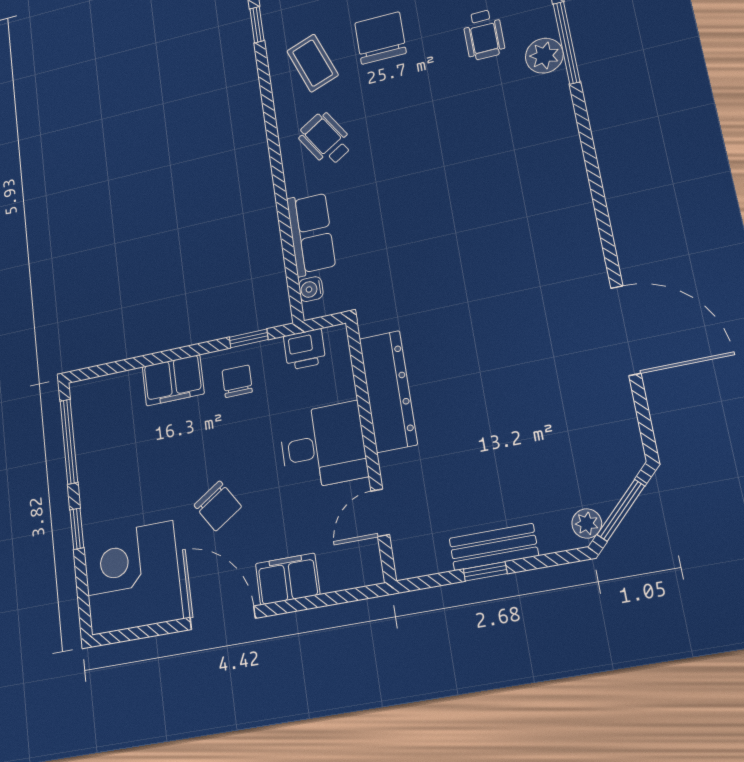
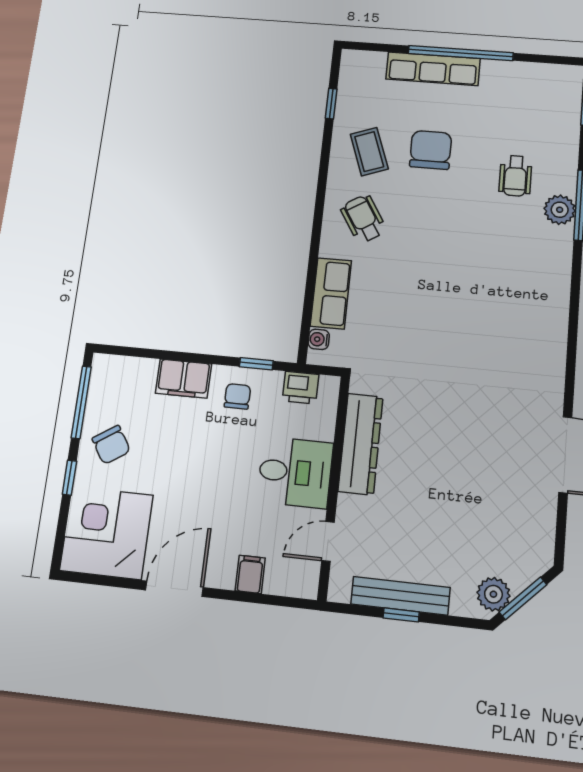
chair: (218, 506) -> (111, 445), moved
plant: (587, 523) -> (493, 594), width x1.38, depth x1.38
bench: (494, 547) -> (400, 596), width x1.36
filing cabinet: (288, 579) -> (250, 574), width x0.50
door: (223, 618) -> (174, 589), hinge flipped

